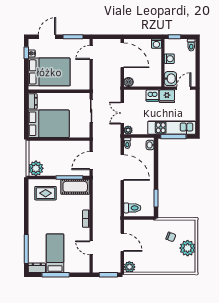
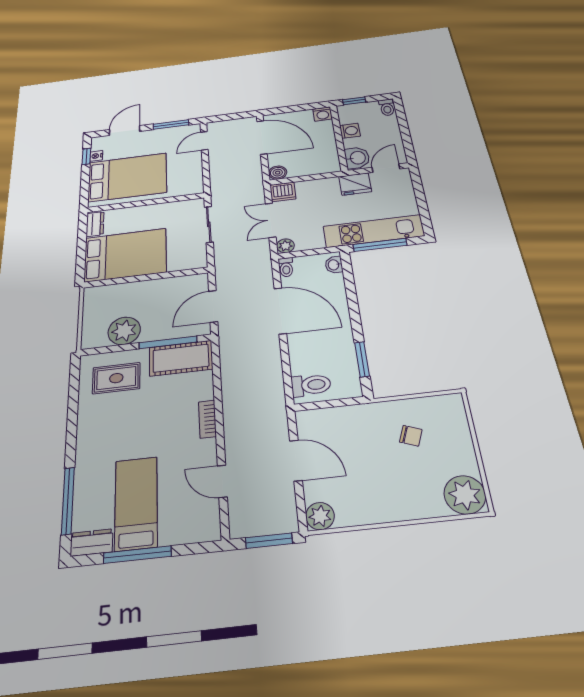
dishwasher: (152, 95) -> (283, 192), moved
plant: (36, 168) -> (124, 331), moved
plant: (188, 248) -> (465, 495), moved

